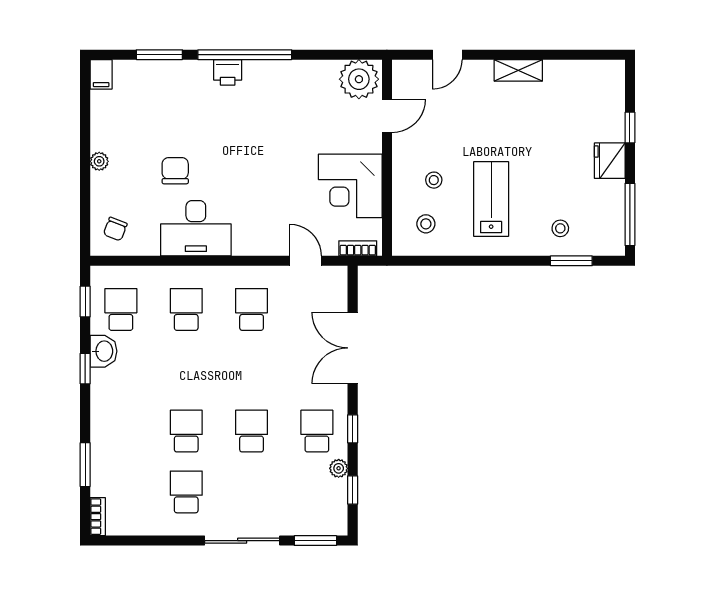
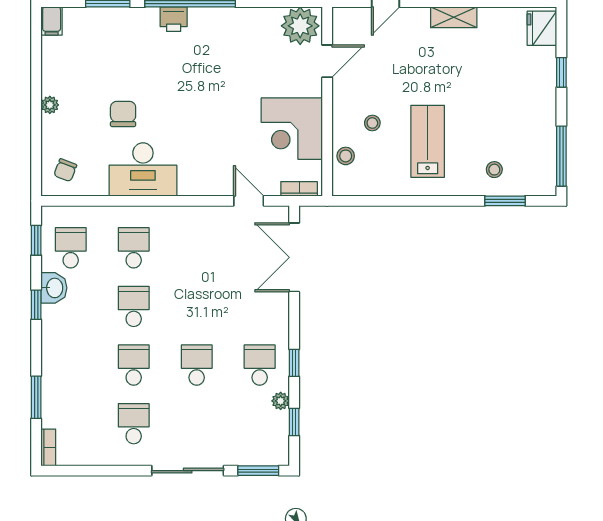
fridge: (610, 161) -> (542, 28), moved
stool: (426, 224) -> (346, 156), moved
school desk: (252, 309) -> (134, 306), moved
double door: (353, 348) -> (294, 257), moved

